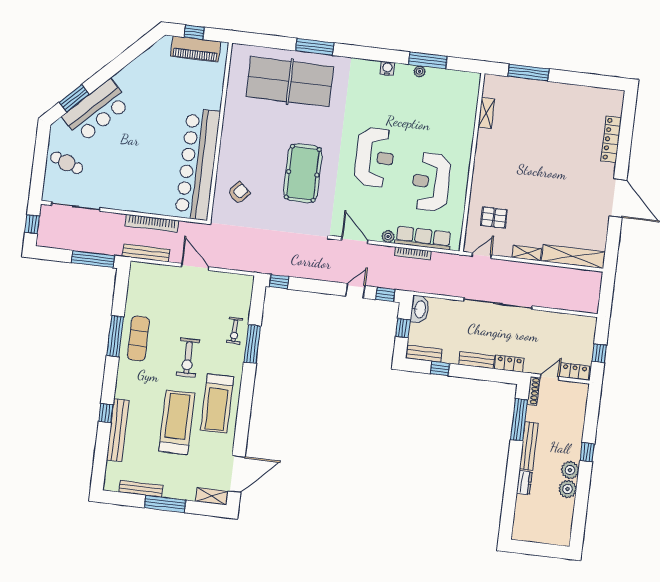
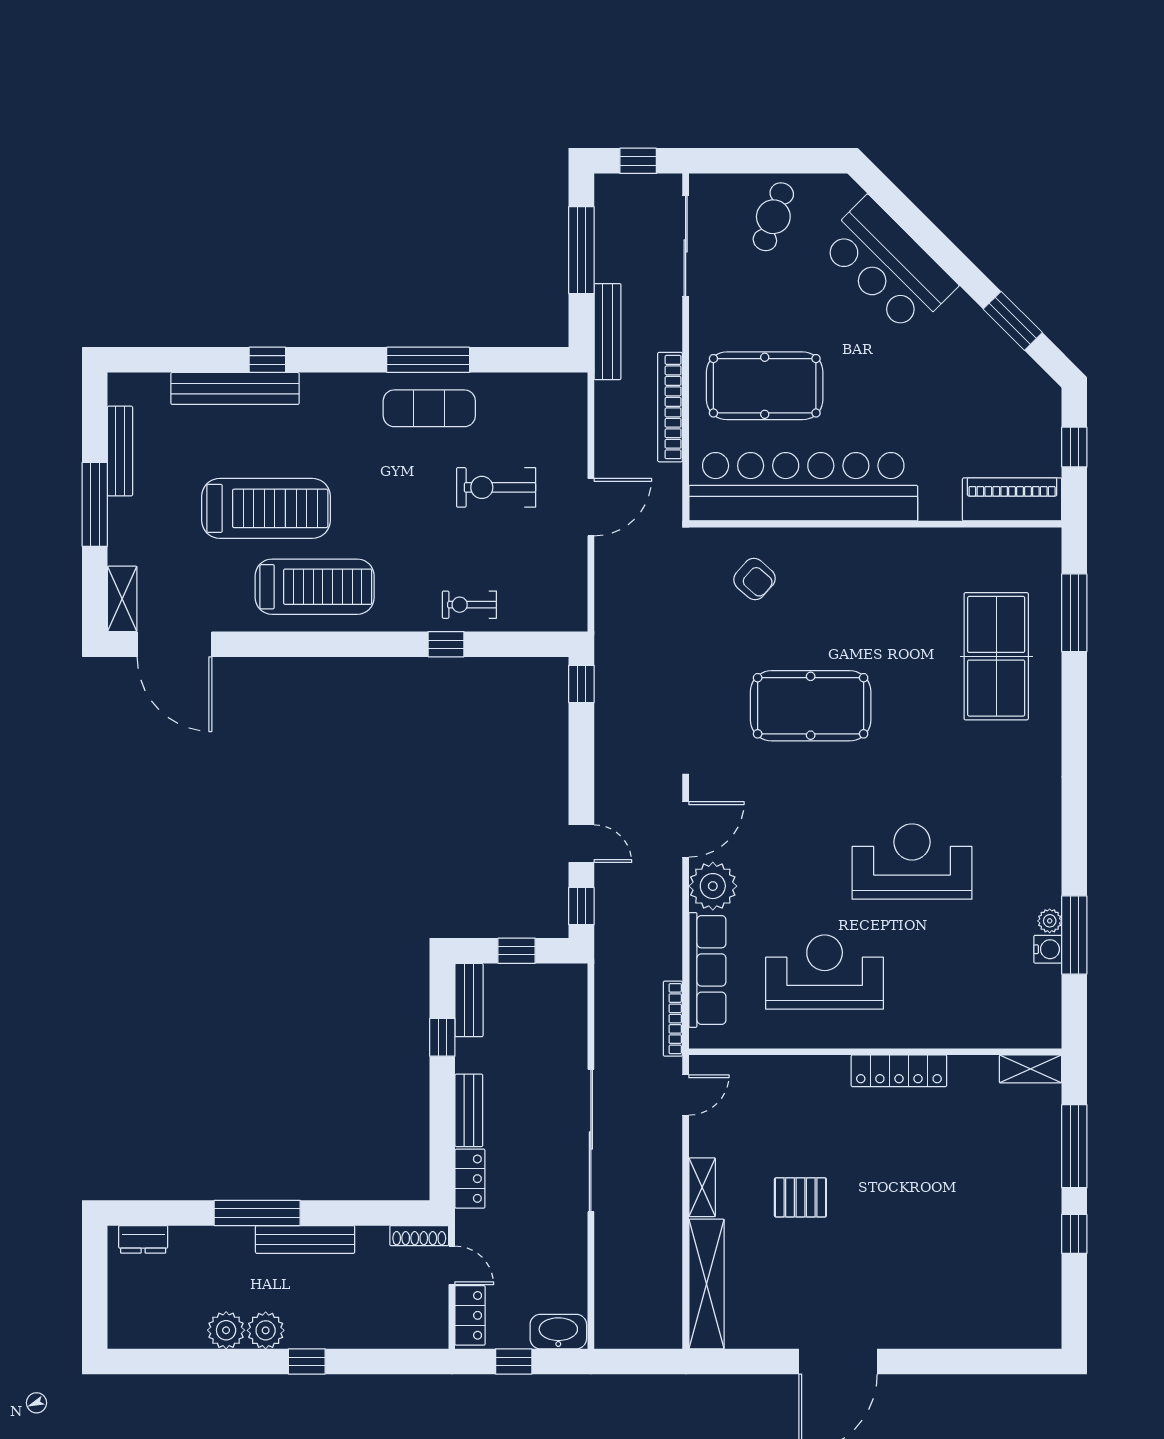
window: (315, 47) -> (1074, 613), moved
piano: (196, 49) -> (1012, 499), moved, turned 90
water cooler: (387, 68) -> (1048, 949), moved
window: (571, 78) -> (1074, 1234), added
table tennis table: (290, 82) -> (996, 656), width x0.73, depth x0.76
window: (74, 98) -> (1013, 321), moved
shelving: (486, 113) -> (1031, 1069), moved
locker: (611, 139) -> (899, 1071), moved, turned 180
reception desk: (375, 157) -> (912, 862), moved, turned 180
pool table: (147, 177) -> (765, 386), added
pallet: (494, 218) -> (800, 1197), moved, turned 90
plant: (388, 236) -> (713, 886), width x1.88, depth x1.88
bench: (146, 253) -> (607, 332), moved
bookcase: (413, 253) -> (673, 1019), moved
door: (482, 256) -> (686, 1095), hinge flipped
window: (93, 259) -> (581, 250), moved
washbasin: (420, 309) -> (558, 1332), moved, turned 180
window: (252, 344) -> (446, 644), width x0.46
exercise bike: (188, 358) -> (496, 487), moved
treadmill: (217, 404) -> (315, 587), turned 180
window: (519, 420) -> (257, 1213), moved
dresser: (524, 483) -> (143, 1239), moved

